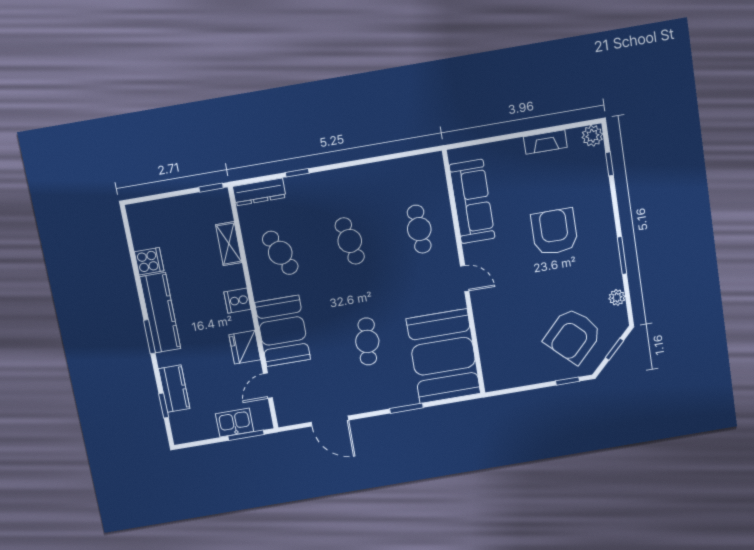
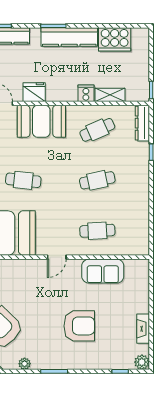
sofa: (472, 202) -> (103, 271), width x0.73
cooker: (149, 261) -> (115, 39), width x1.87, depth x1.31
cooker: (237, 301) -> (86, 93), moved

